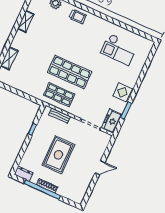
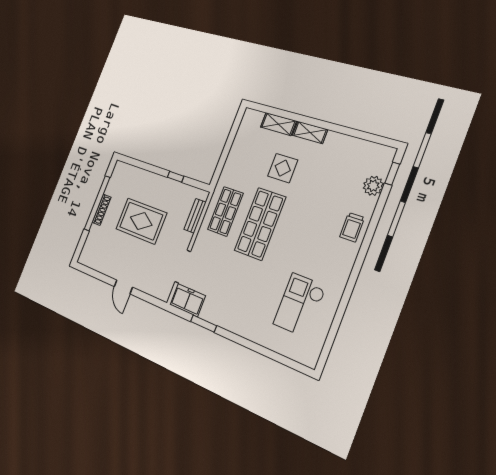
shelving: (26, 22) -> (310, 132), moved
display table: (123, 92) -> (283, 168), moved
dresser: (23, 174) -> (118, 173), removed

